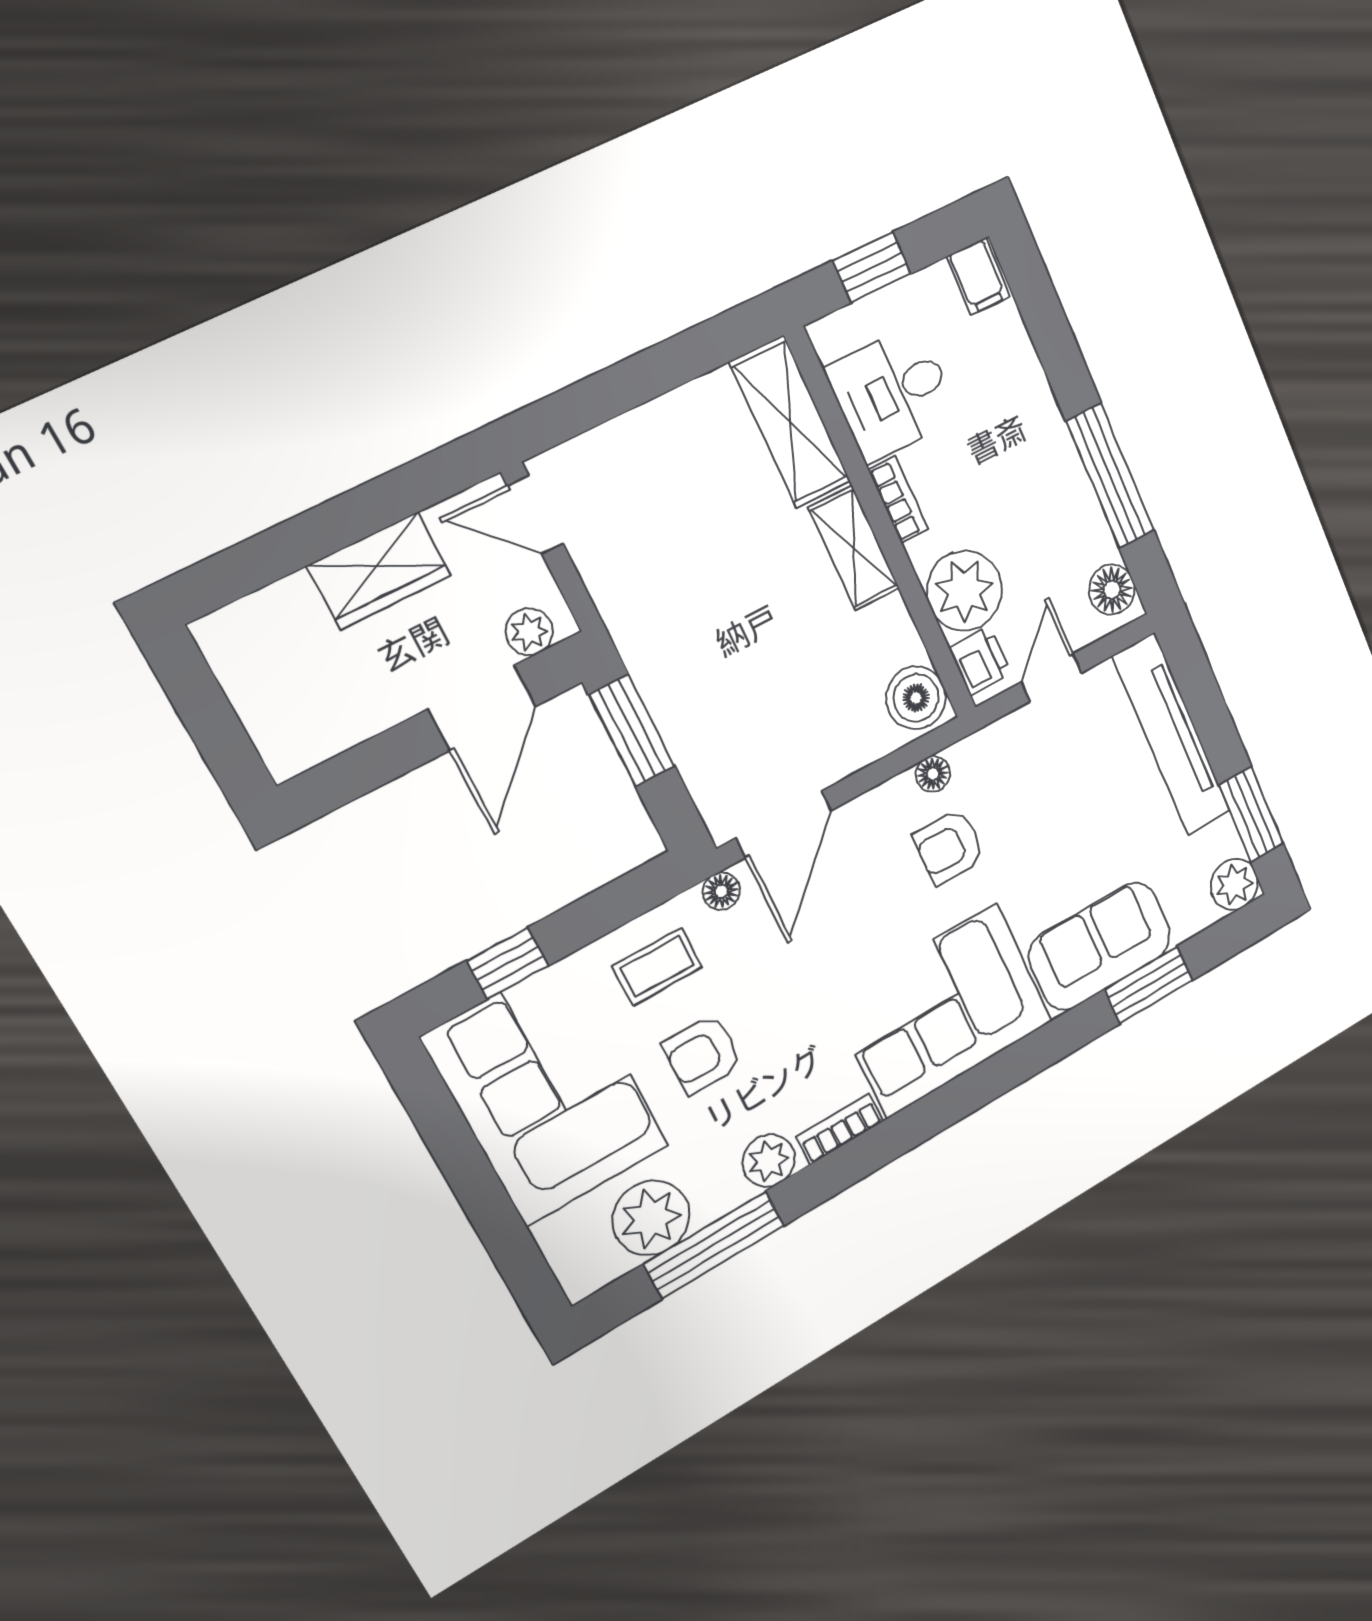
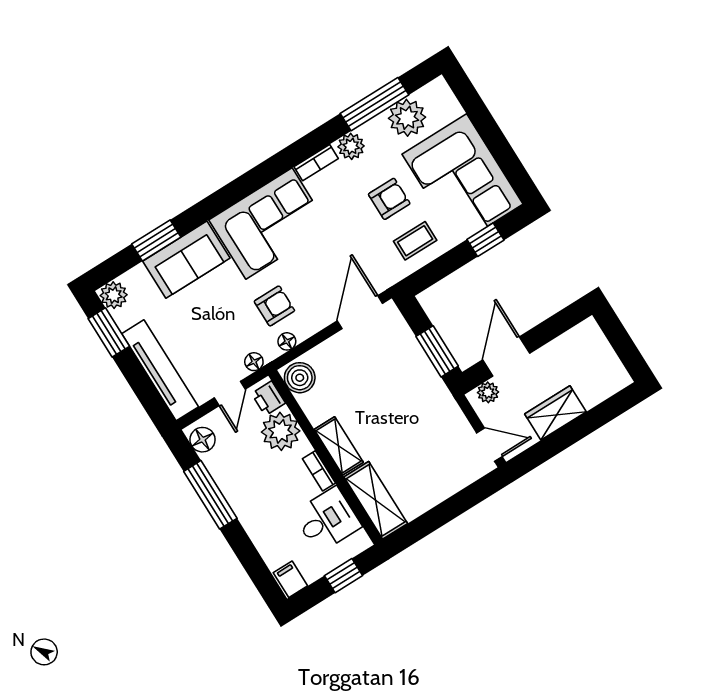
floor lamp: (721, 891) -> (254, 362), moved

